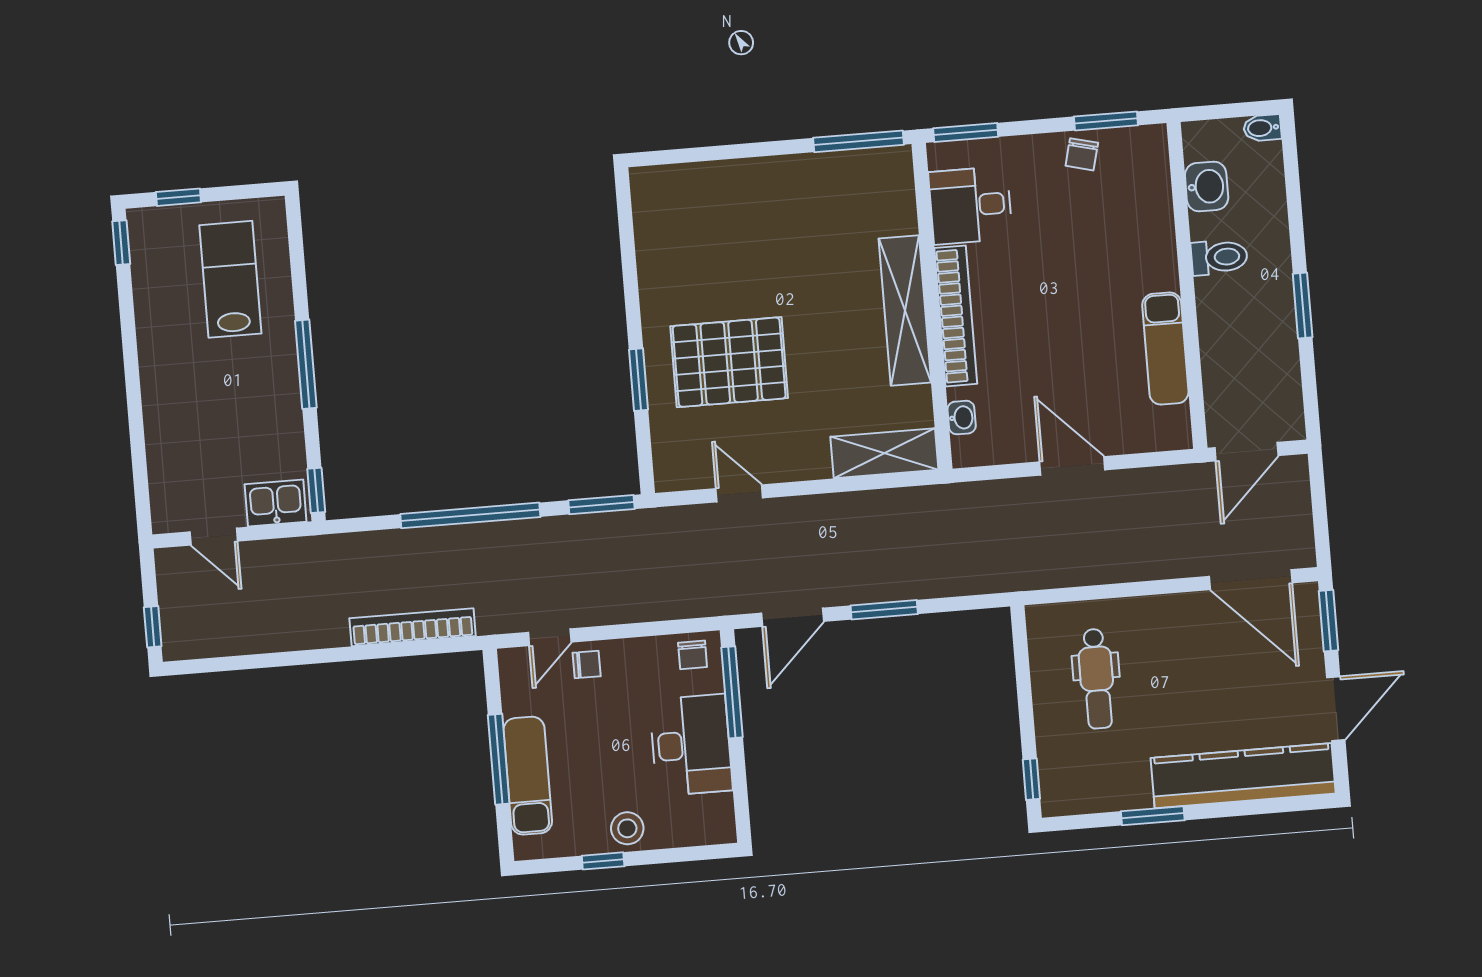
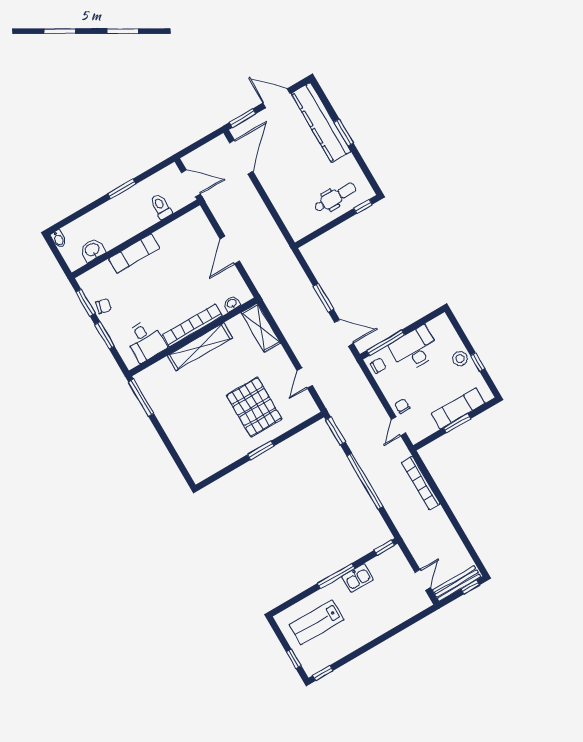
window: (966, 132) -> (105, 335), moved
toilet: (1219, 257) -> (161, 206), moved
exam couch: (1165, 349) -> (134, 254), moved
window: (639, 380) -> (261, 450), moved
kitchen sink: (276, 503) -> (358, 578), moved, turned -90
bench: (173, 602) -> (456, 583), added
door: (550, 637) -> (398, 426), swing flipped
dental chair: (1097, 679) -> (335, 197), moved
window: (499, 759) -> (457, 423), width x0.69
window: (1153, 816) -> (344, 133), moved

